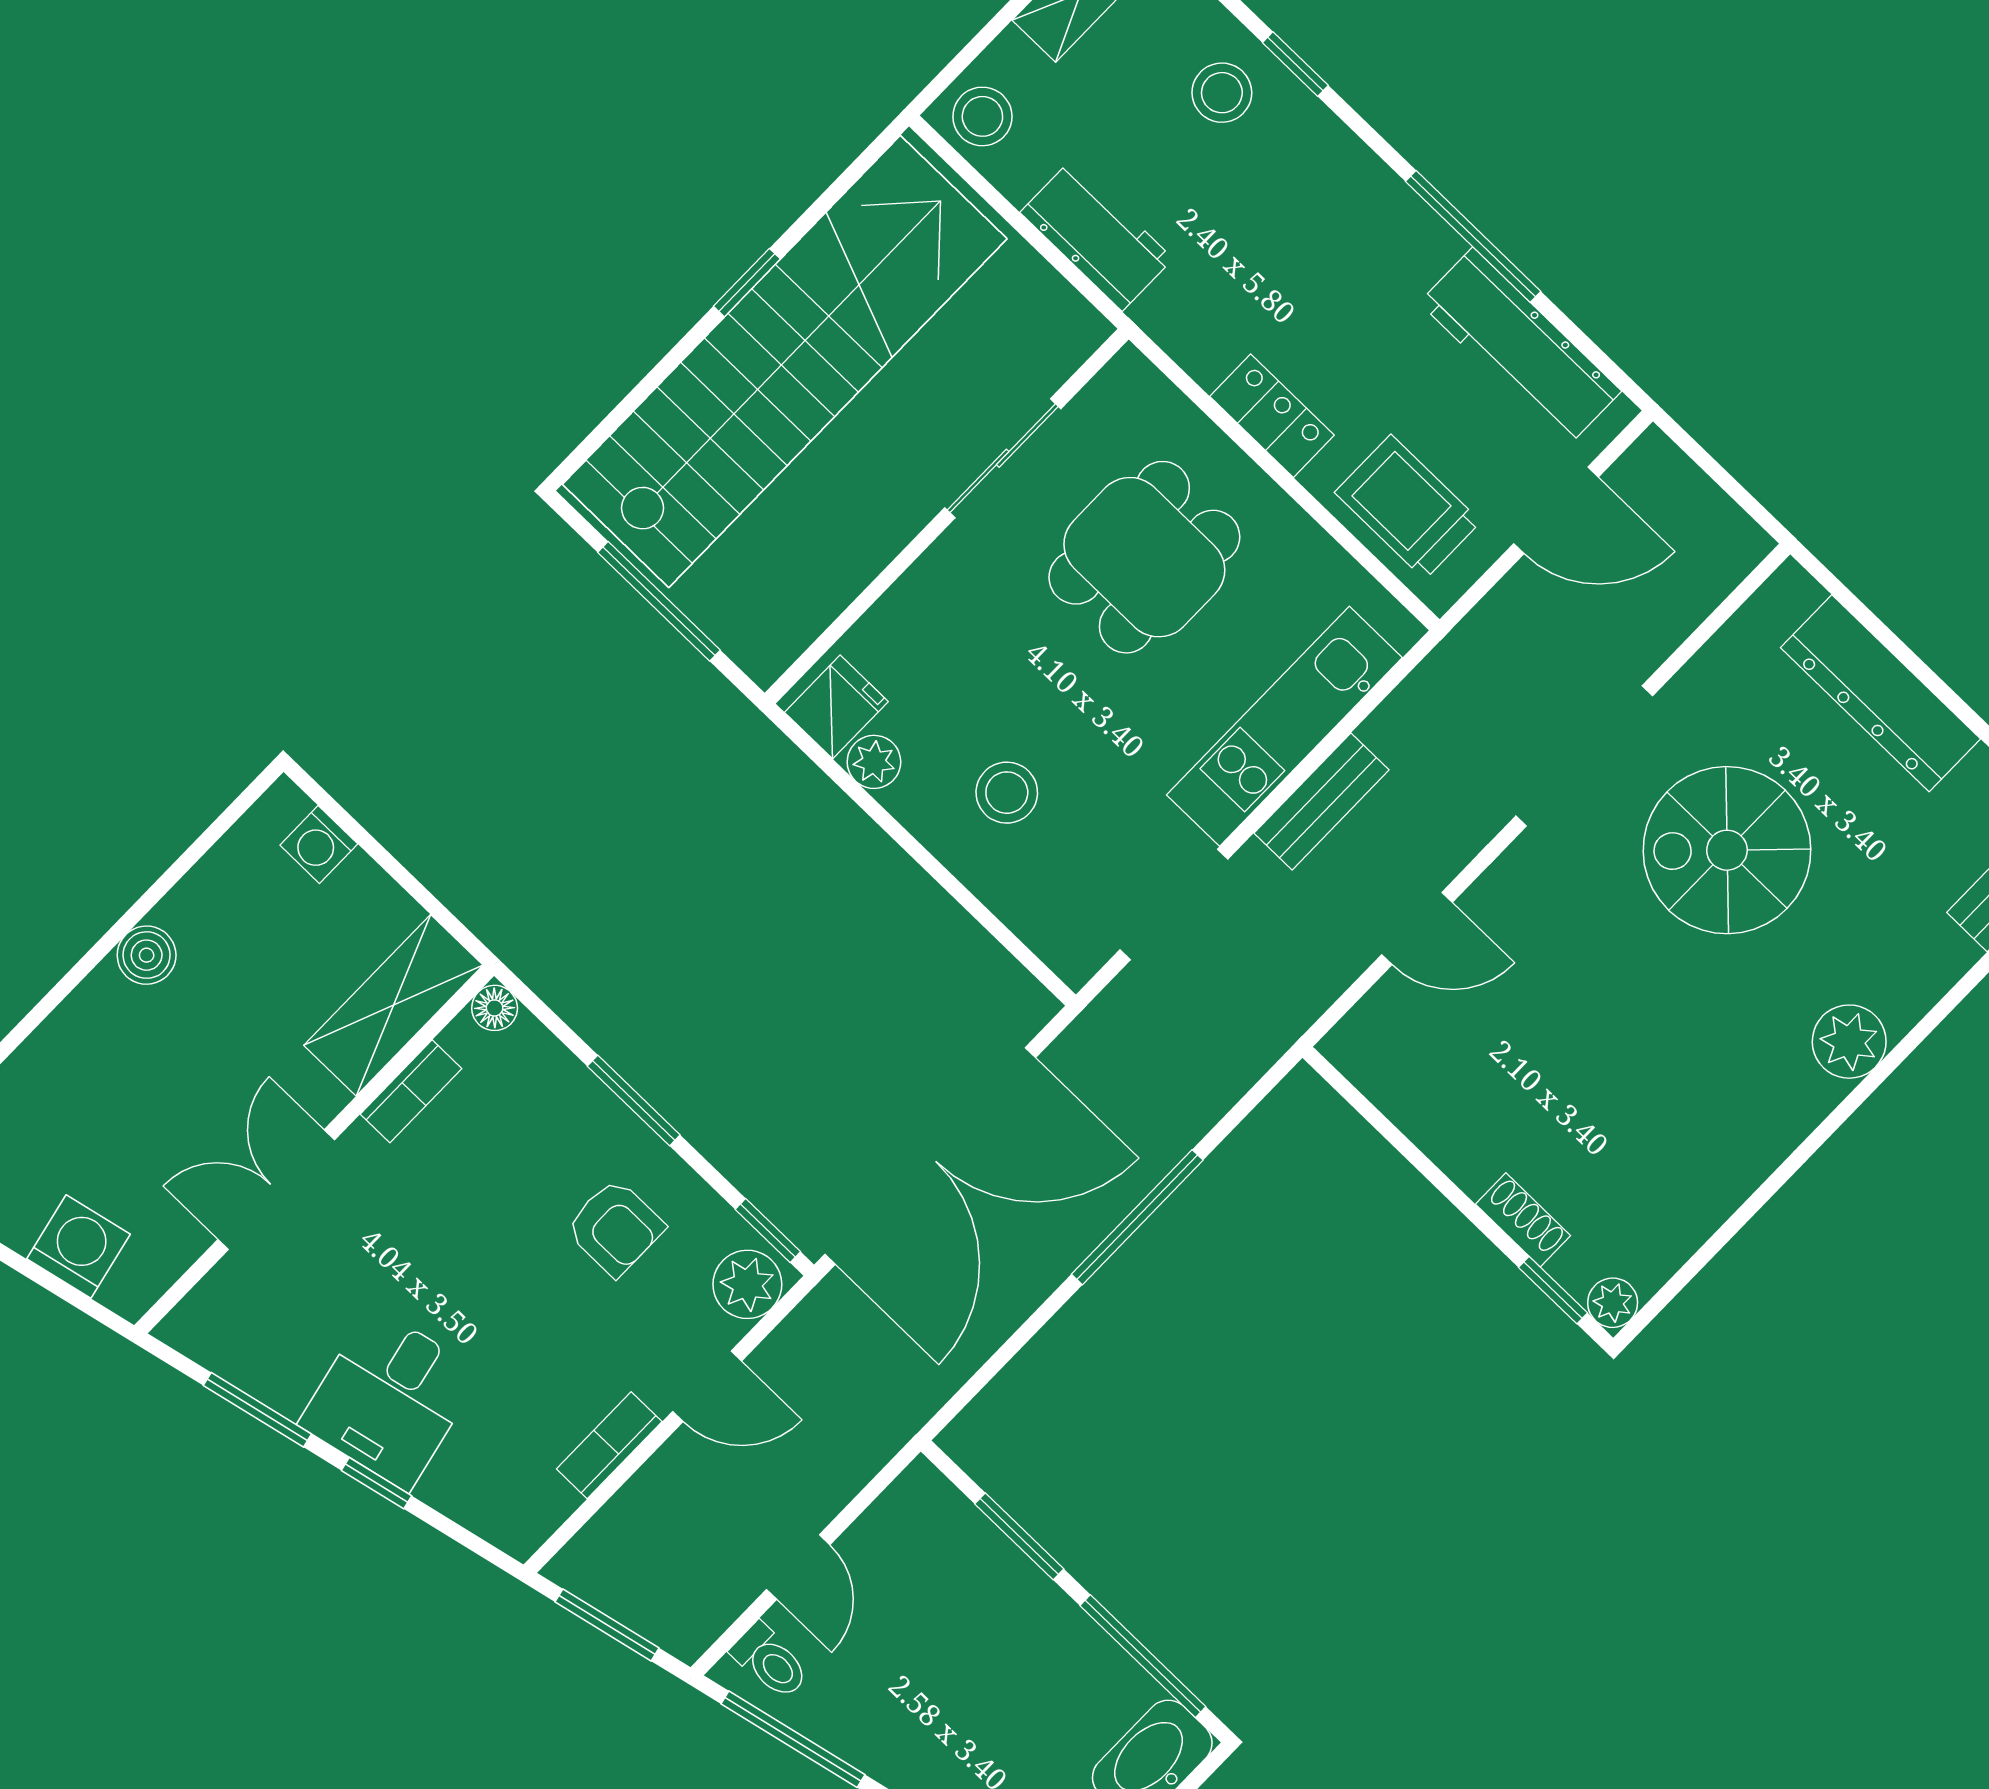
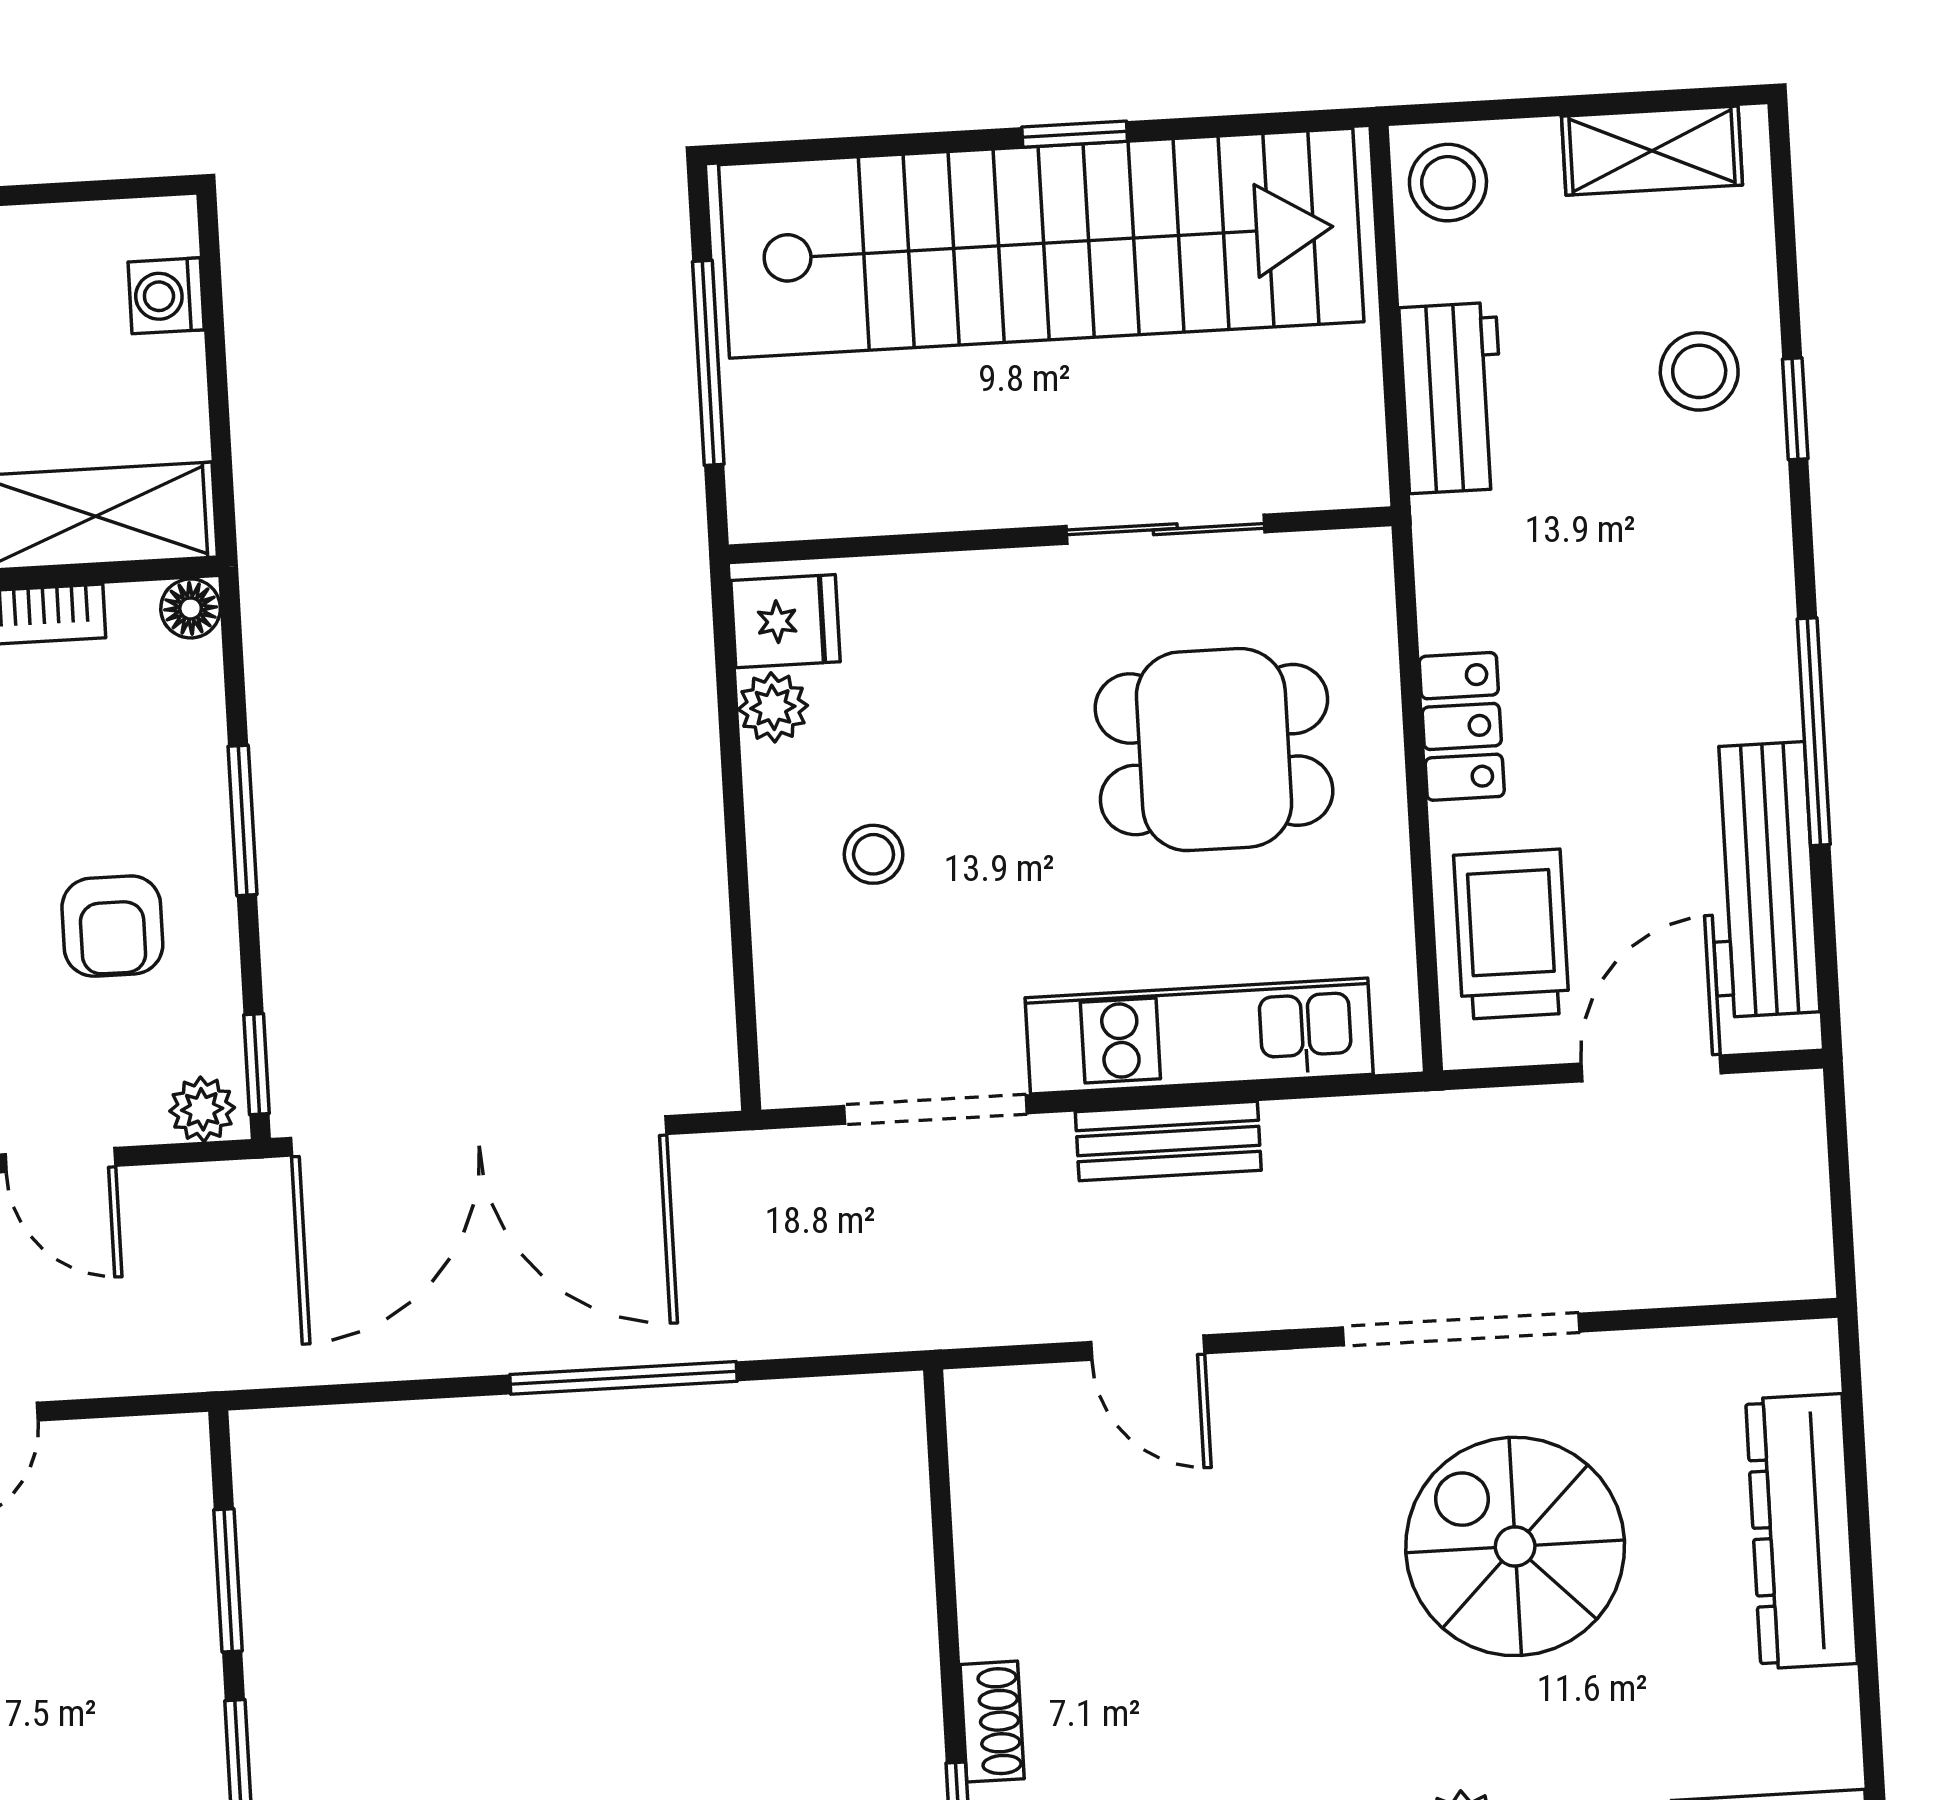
door: (1556, 510) -> (1651, 1068), swing flipped
stool: (1007, 793) -> (874, 854), width x0.73, depth x0.73
plant: (747, 1284) -> (202, 1109), width x0.73, depth x0.73

